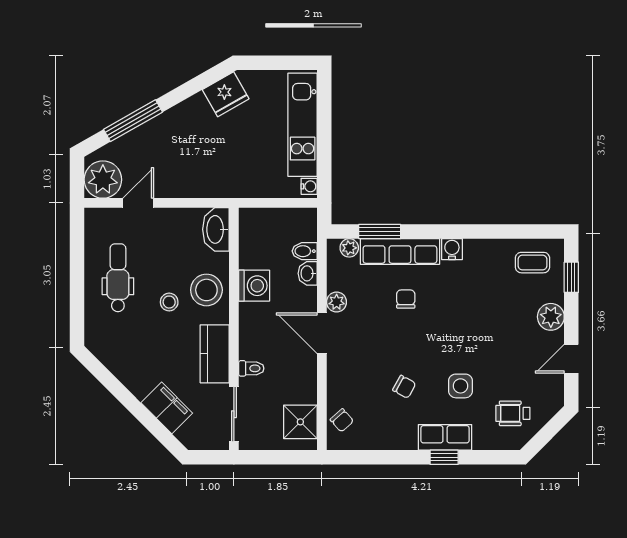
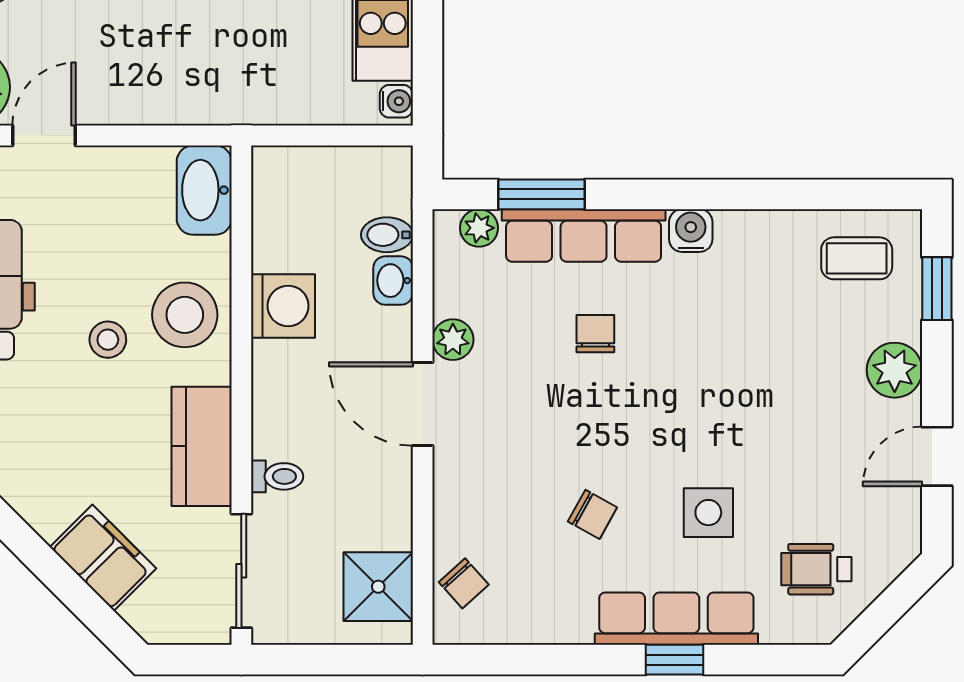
row of seats: (445, 437) -> (676, 619), width x1.48

